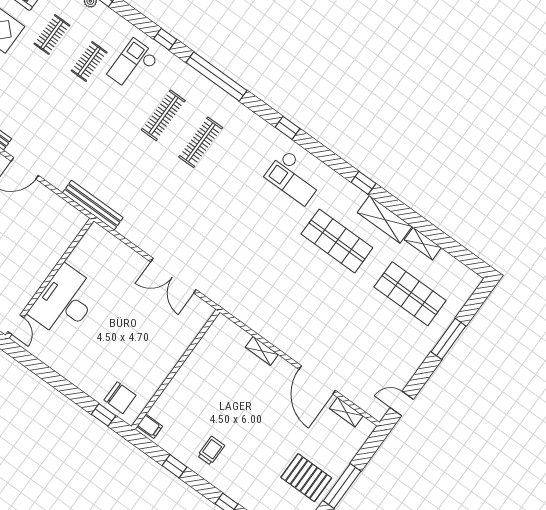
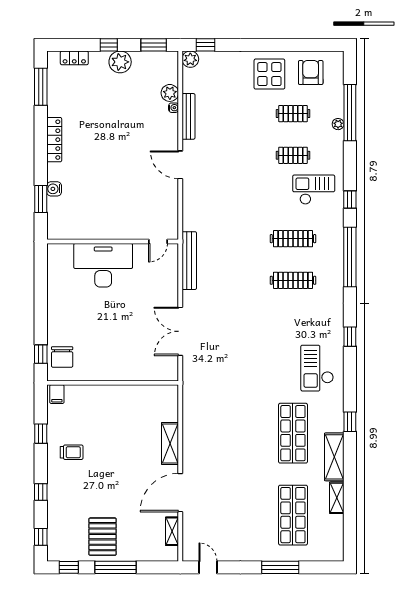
bench: (93, 205) -> (189, 261), moved
door: (16, 325) -> (158, 242), moved
shelving: (262, 351) -> (170, 443), width x1.50, depth x1.33

